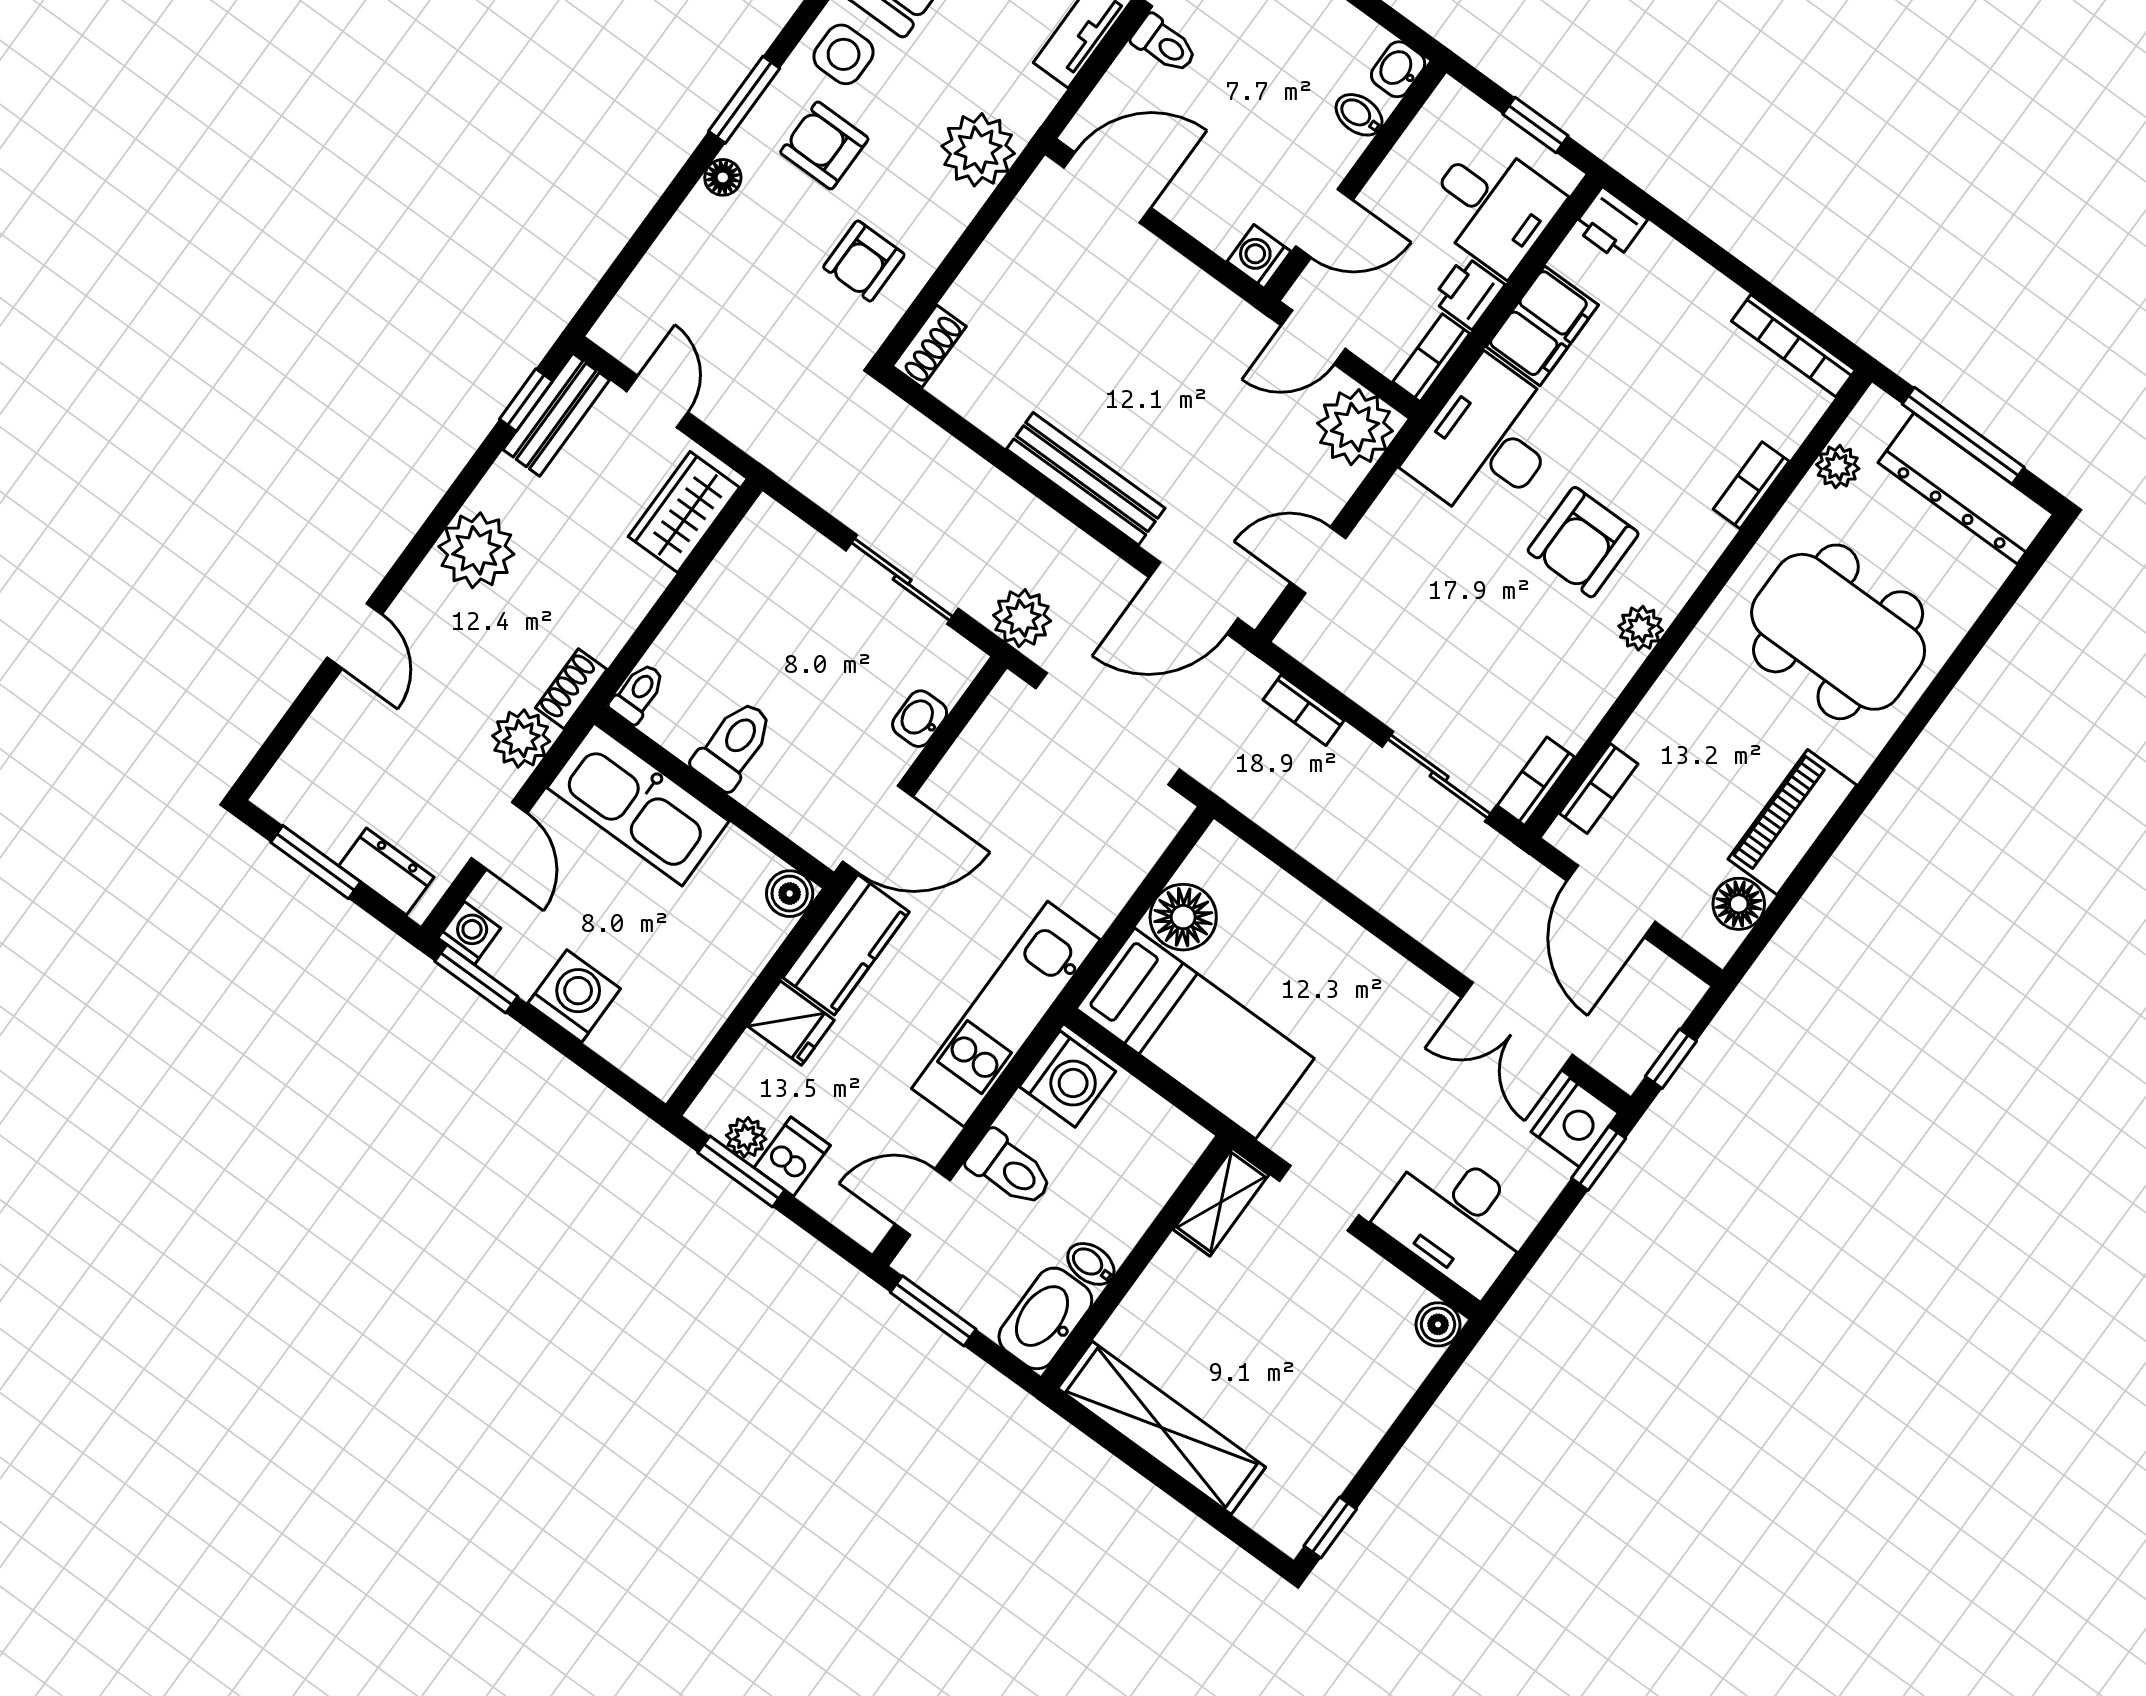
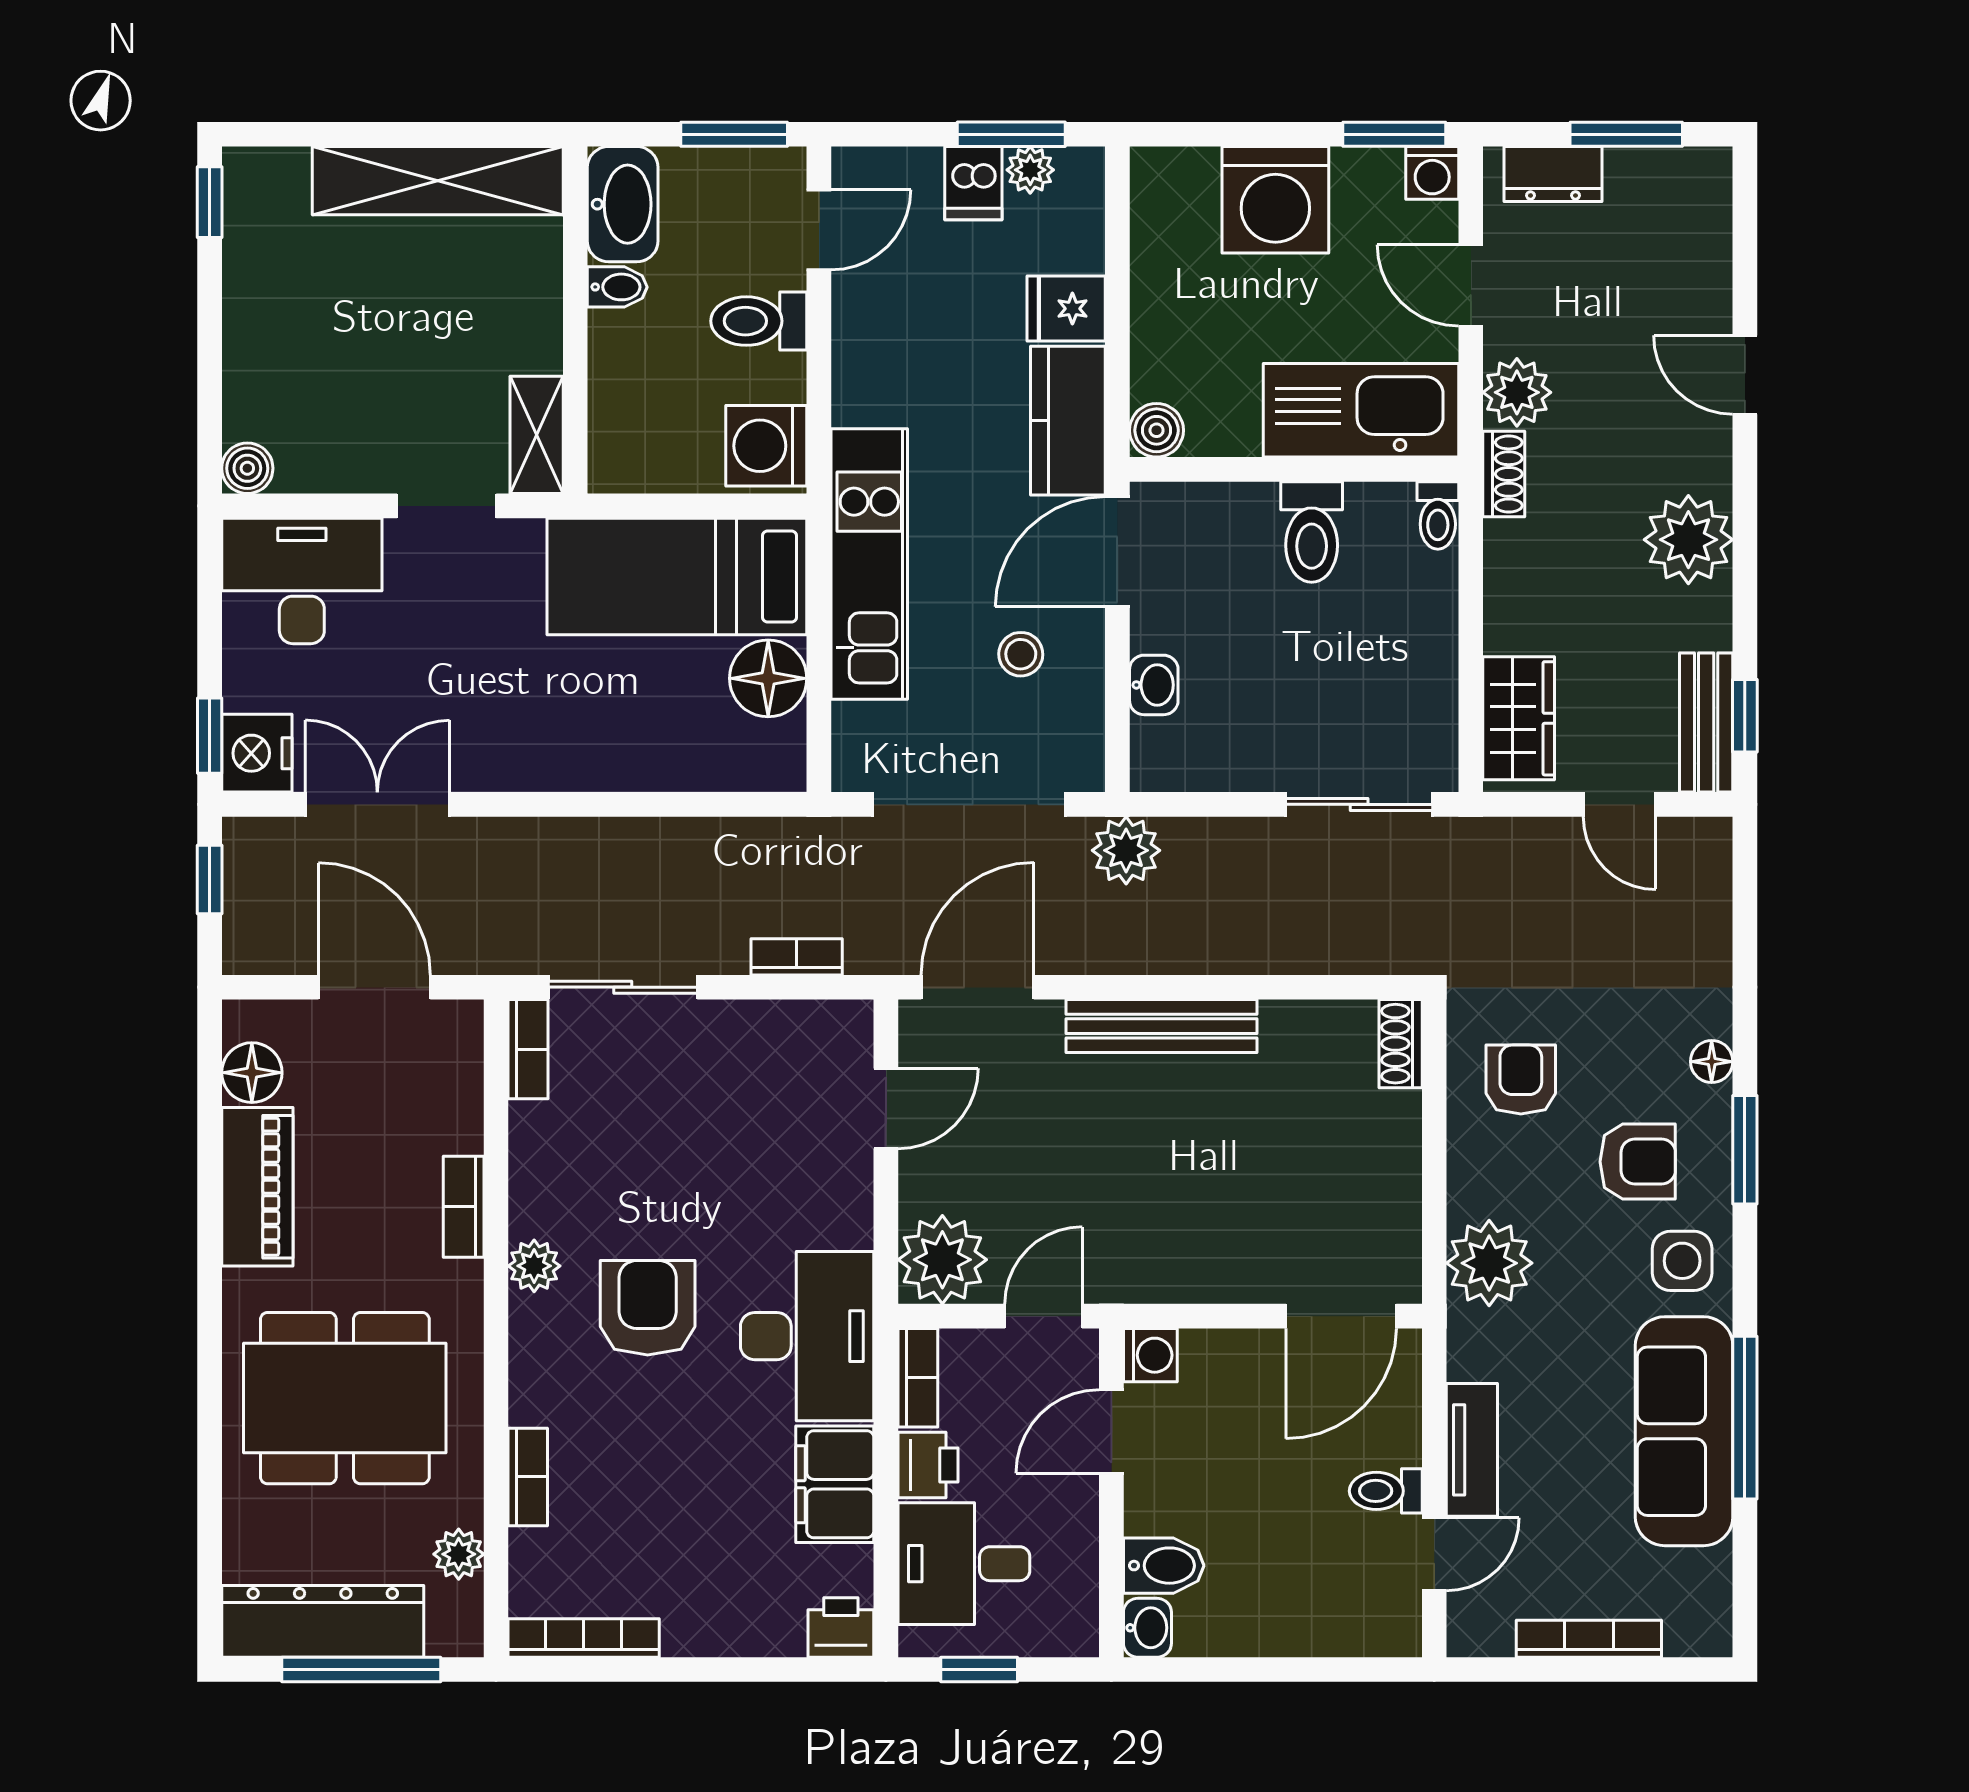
bidet: (1359, 115) -> (1164, 1566), width x1.38, depth x1.36
sliding door: (902, 580) -> (1359, 804), moved
bookcase: (1599, 789) -> (464, 1207), moved
stool: (996, 807) -> (1021, 654), added
washing machine: (574, 996) -> (1275, 200), width x1.37, depth x1.37
kitchen unit: (1006, 1014) -> (869, 564), moved

